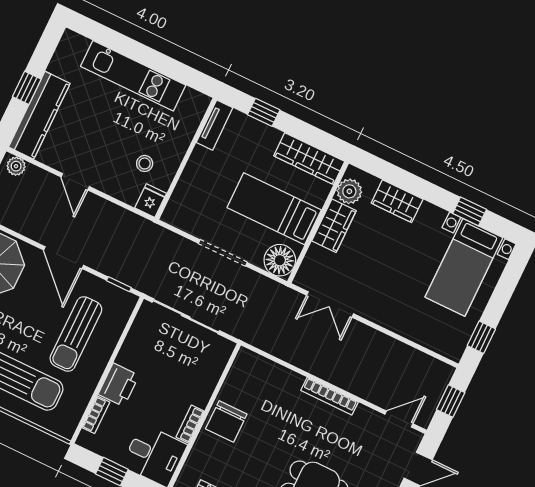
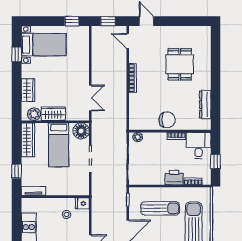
plant: (221, 355) -> (138, 137), added

